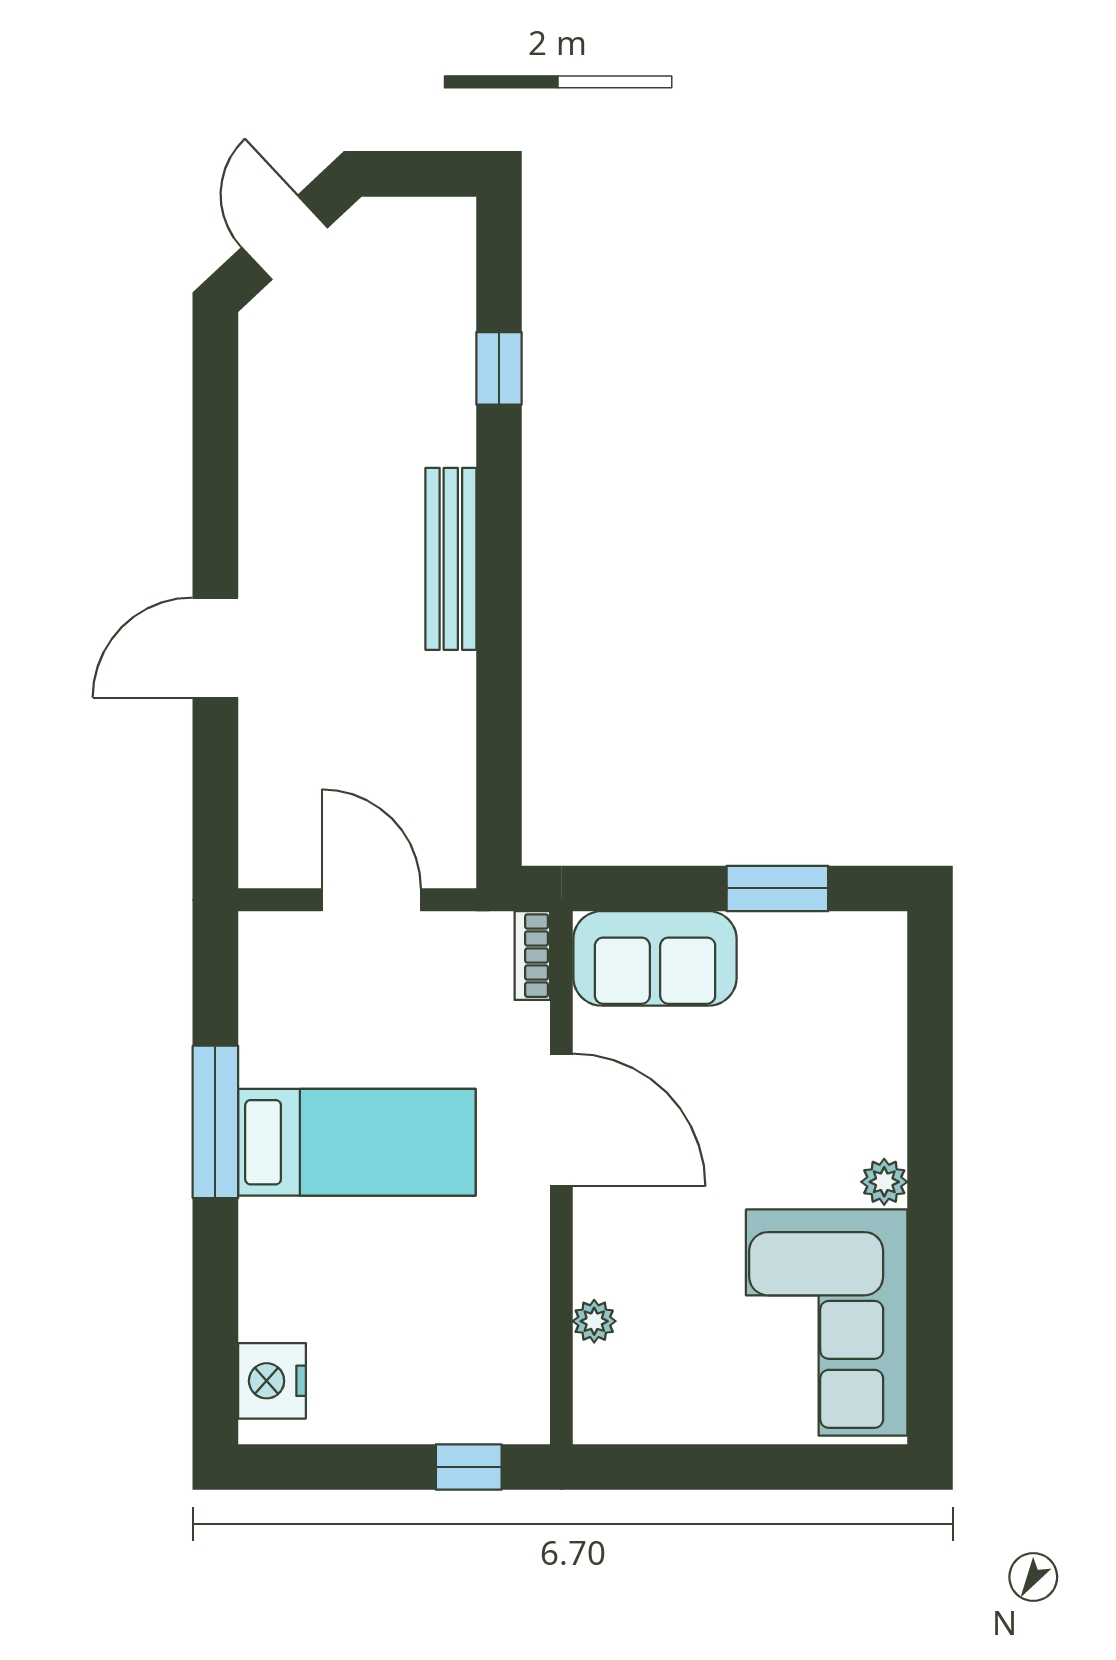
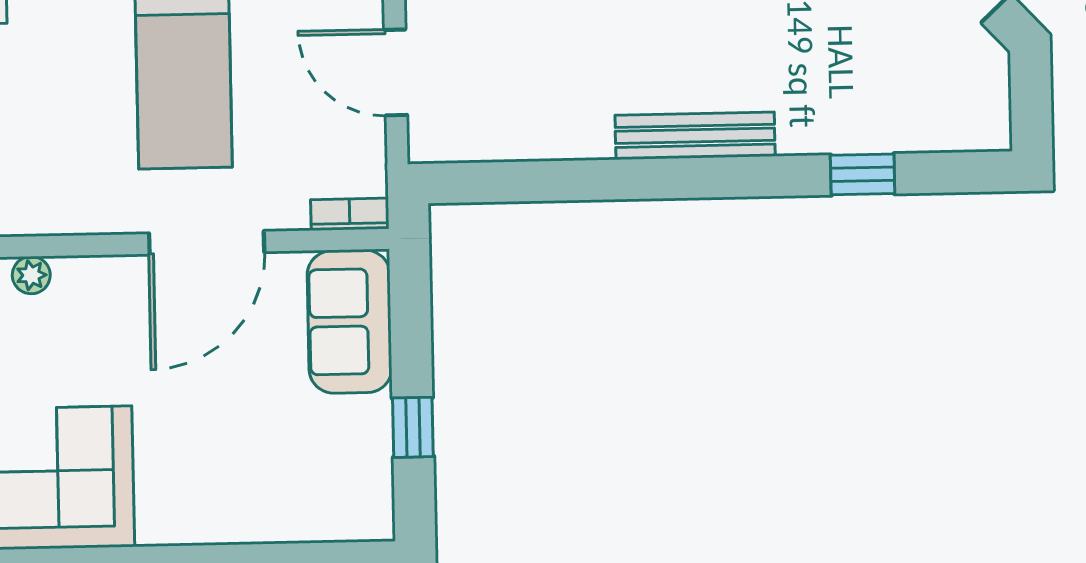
window: (777, 888) -> (413, 427), width x0.67
door: (371, 900) -> (396, 72), swing flipped
plant: (884, 1182) -> (158, 526), removed

